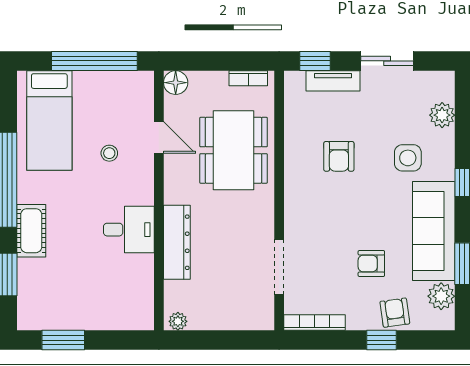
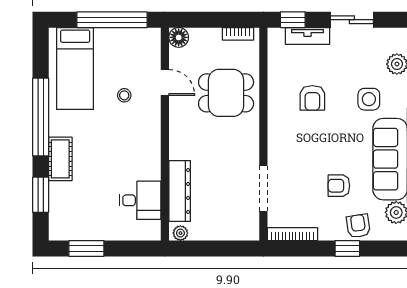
dining table: (234, 150) -> (226, 93), width x0.73
desk: (129, 230) -> (140, 200), moved
dresser: (177, 242) -> (180, 191), moved

